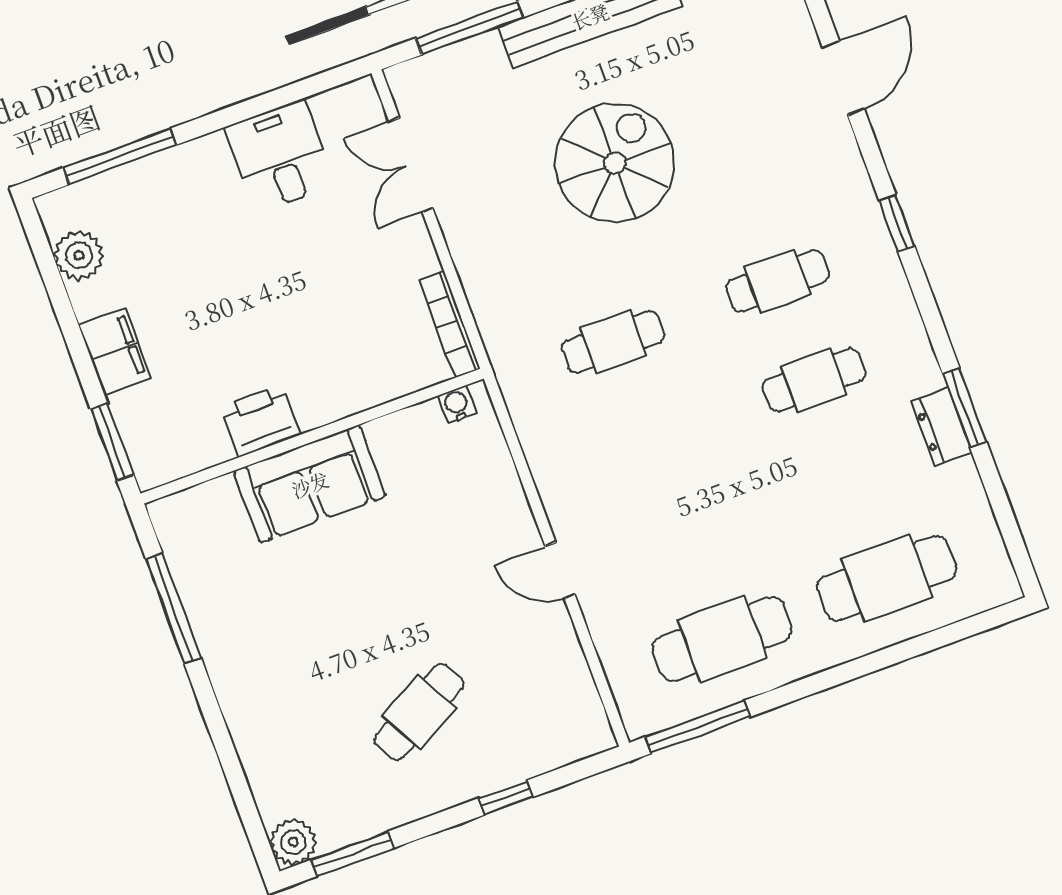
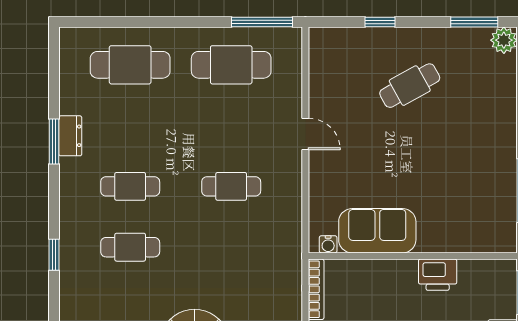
cafe table: (613, 342) -> (231, 186), moved
sofa: (310, 484) -> (377, 231), moved

